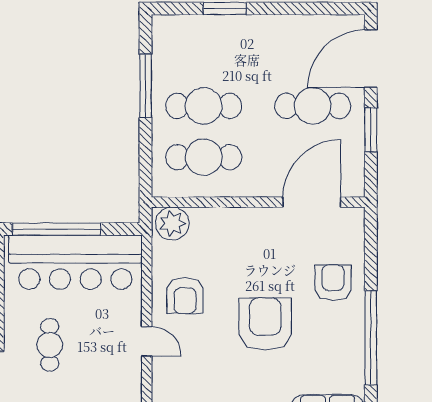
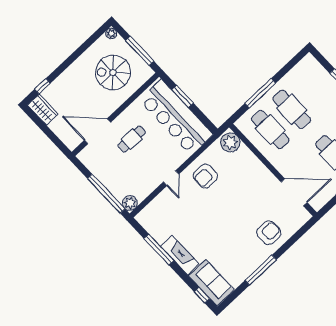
window: (146, 86) -> (260, 93), moved
window: (57, 229) -> (183, 96), width x0.47
armchair: (265, 324) -> (225, 221), removed
window: (371, 338) -> (261, 270), width x0.68

